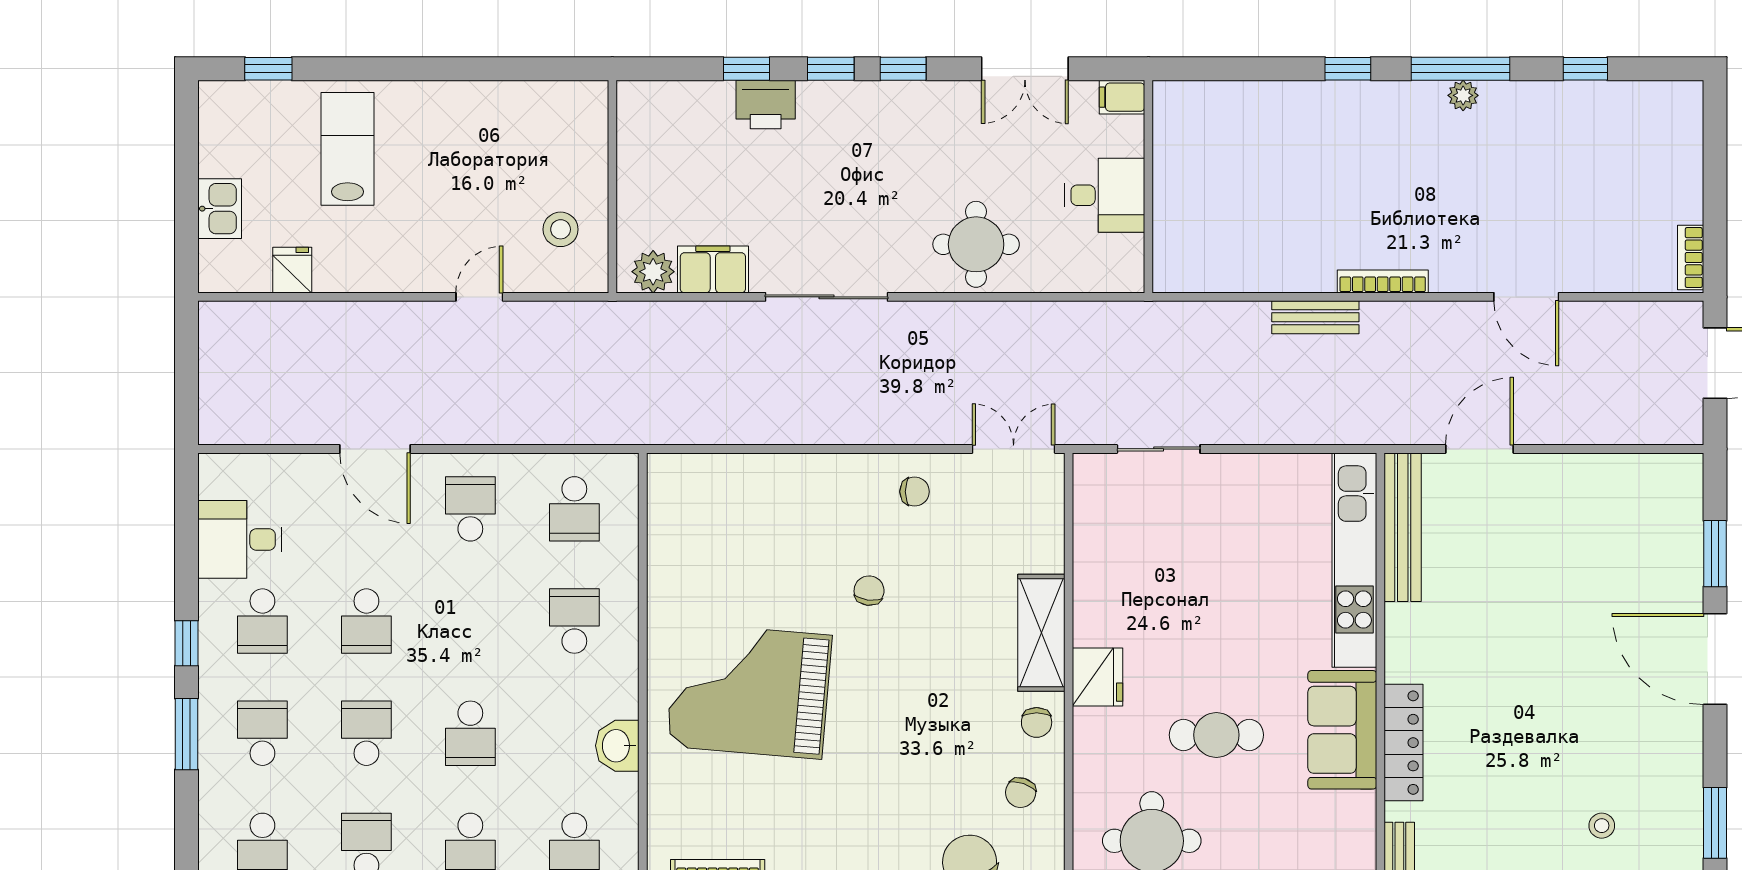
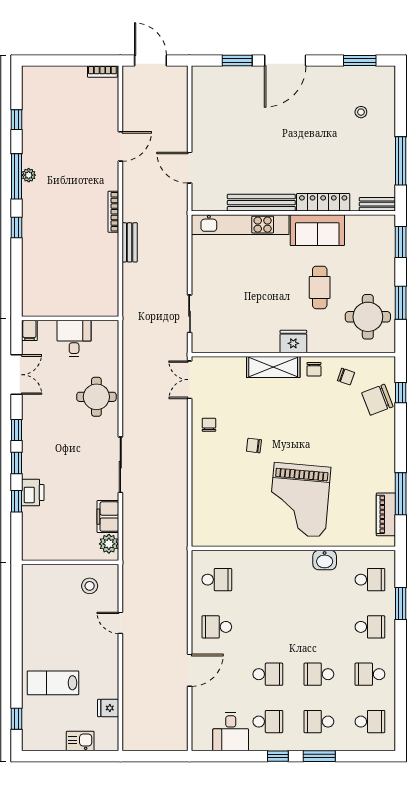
bench: (1403, 527) -> (261, 203), moved
school desk: (574, 621) -> (268, 580), removed
chair: (1037, 722) -> (314, 369), turned 90
school desk: (470, 733) -> (319, 627), removed

